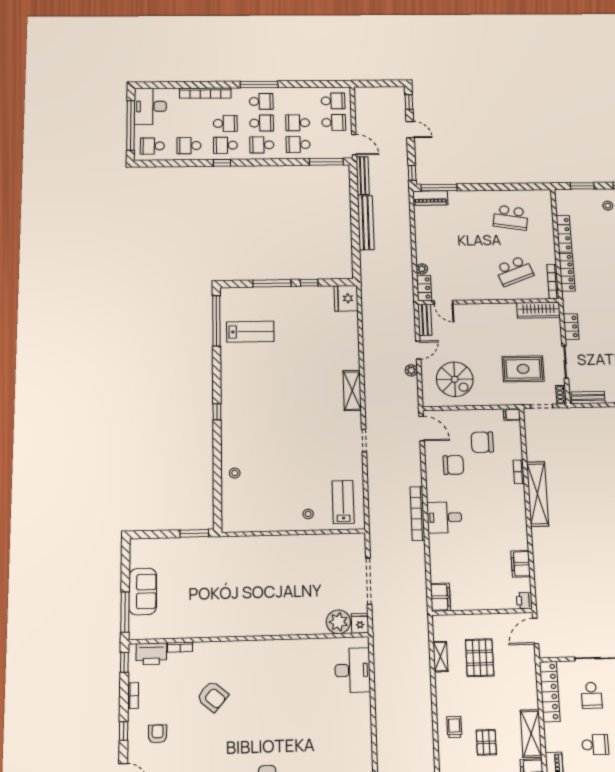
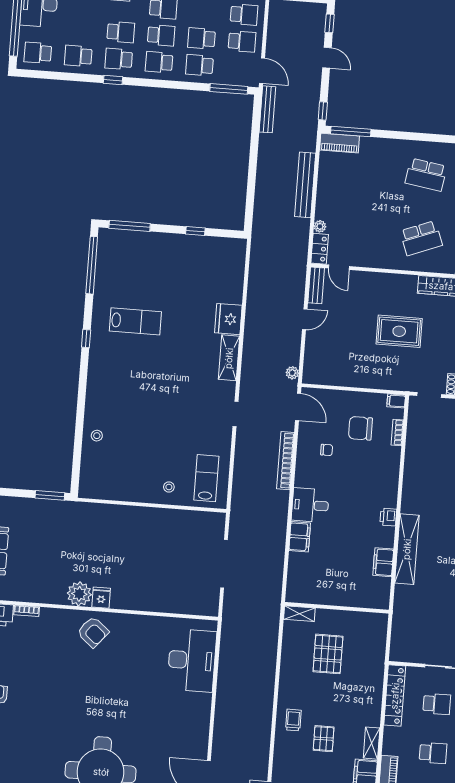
bench: (366, 223) -> (305, 185), moved
window: (272, 283) -> (130, 226), moved
fridge: (346, 298) -> (228, 319), moved
lab bench: (250, 332) -> (135, 321), moved
rug: (523, 369) -> (399, 331), moved
plant: (411, 370) -> (292, 373), moved
spiral stairs: (455, 379) -> (340, 356), removed
window: (217, 412) -> (86, 339), moved
chair: (453, 465) -> (327, 450), width x0.54, depth x0.54
bookcase: (519, 472) -> (397, 433), moved
shelving: (538, 494) -> (407, 549), moved
bookcase: (417, 514) -> (285, 461), moved
filing cabinet: (440, 597) -> (300, 537), moved
printer: (524, 601) -> (388, 517), moved
plant: (338, 622) -> (79, 594), moved
fridge: (360, 623) -> (101, 598), moved
door: (536, 631) -> (389, 633), removed
shelving: (440, 657) -> (299, 614), moved, turned 90
desk: (353, 670) -> (192, 660), width x1.36, depth x1.30
school desk: (592, 695) -> (437, 704), turned -90
armchair: (213, 696) -> (93, 632), moved
shelving: (531, 734) -> (372, 743), width x0.67, depth x0.75

